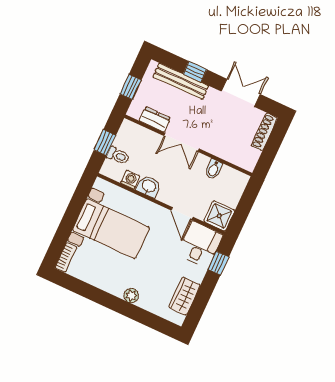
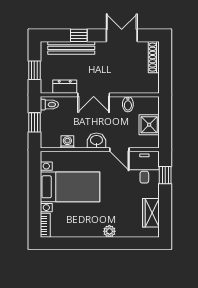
toilet: (118, 156) -> (49, 105), moved
washbasin: (149, 186) -> (96, 141), moved
shower: (219, 216) -> (149, 125), moved

